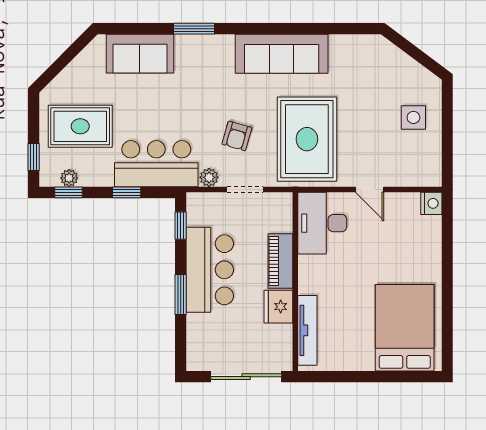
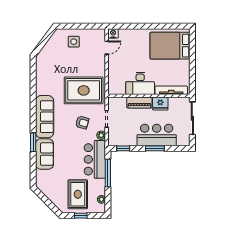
sofa: (140, 54) -> (44, 154), moved
sofa: (282, 54) -> (45, 117), moved
window: (34, 157) -> (81, 216), moved
door: (370, 189) -> (107, 48), moved
window: (69, 192) -> (108, 200), removed
window: (127, 192) -> (108, 173), width x2.17
desk: (322, 223) -> (140, 83), moved
bar counter: (210, 270) -> (157, 135), moved

